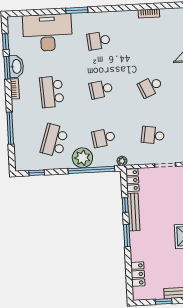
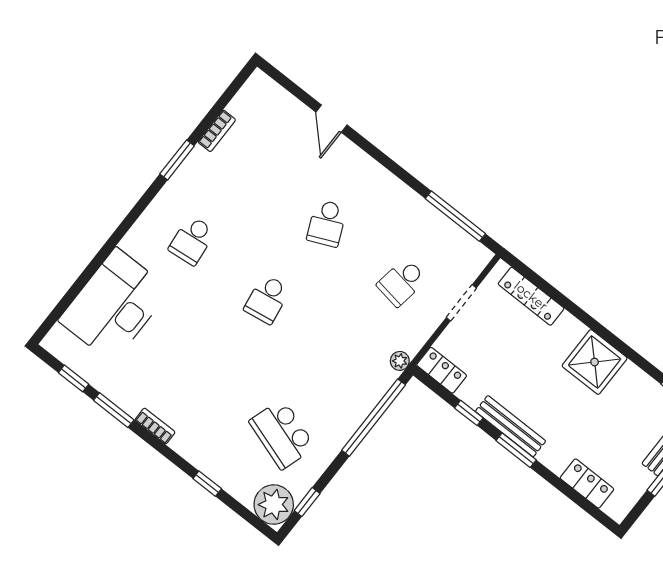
window: (77, 10) -> (177, 160), moved
washbasin: (16, 66) -> (124, 395), removed
school desk: (52, 92) -> (207, 375), removed
window: (10, 128) -> (207, 484), width x0.46
school desk: (104, 138) -> (342, 358), removed
plant: (82, 158) -> (274, 505), moved
bench: (133, 212) -> (510, 426), moved

